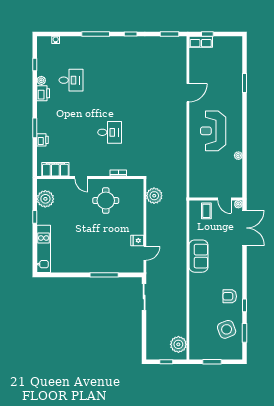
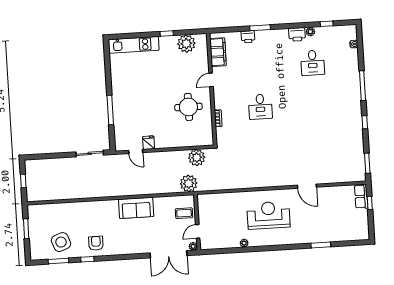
plant: (178, 344) -> (189, 183), moved

